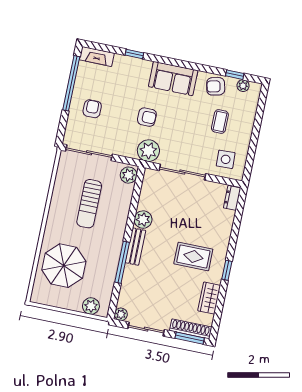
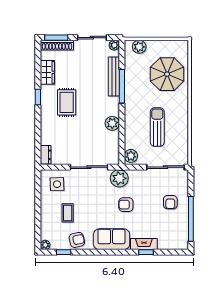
fireplace: (97, 56) -> (144, 244), moved
plant: (243, 86) -> (45, 245), moved
bench: (135, 247) -> (114, 77), moved, width x1.36
rug: (193, 257) -> (67, 102), turned 90

